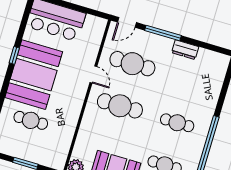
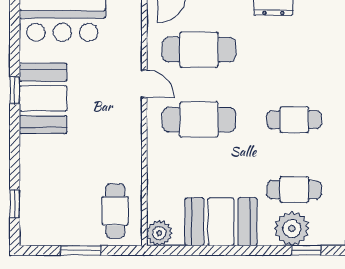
booth: (34, 75) -> (43, 98), width x0.73, depth x0.70
cafe table: (31, 120) -> (115, 211), moved, turned 90

